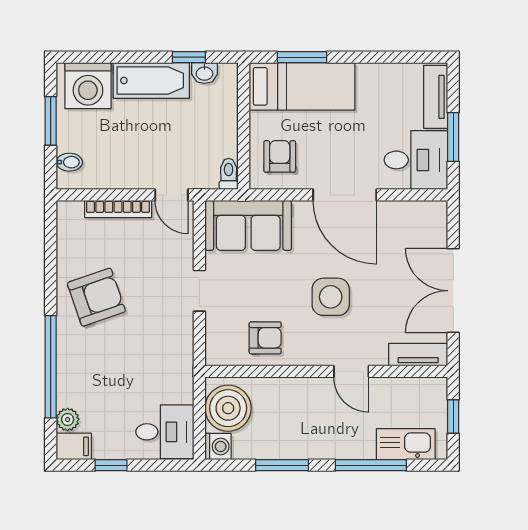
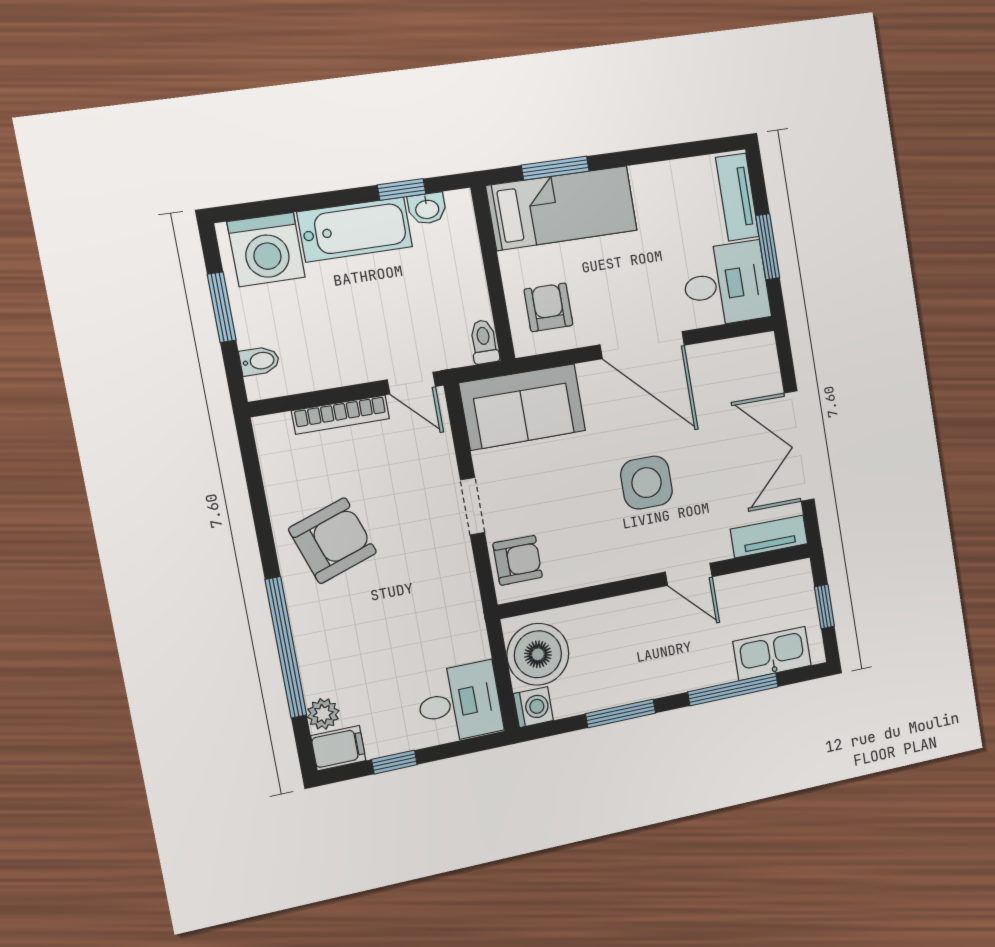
armchair: (265, 338) -> (518, 560), moved

